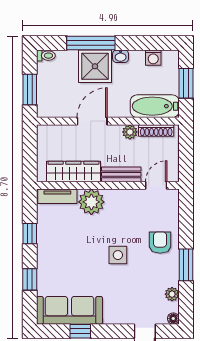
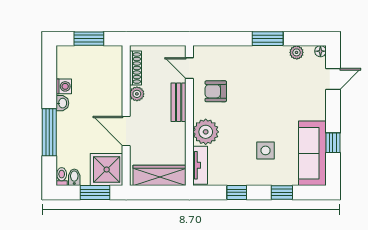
washing machine: (153, 58) -> (64, 86), moved
shower: (95, 66) -> (107, 170), moved
bidet: (45, 68) -> (74, 177), added
bathtub: (155, 106) -> (111, 69), removed
wardrobe: (73, 172) -> (160, 175), moved, turned 90
armchair: (160, 243) -> (216, 91), moved
side table: (118, 255) -> (266, 150), moved

